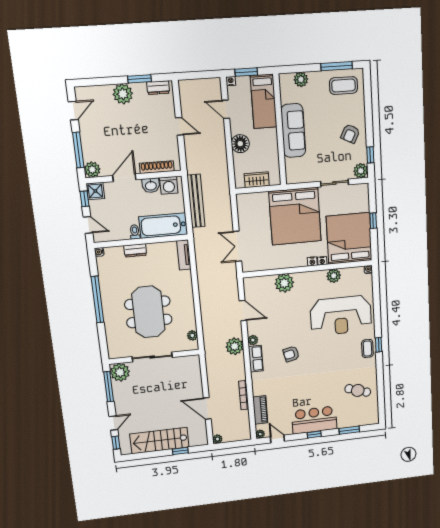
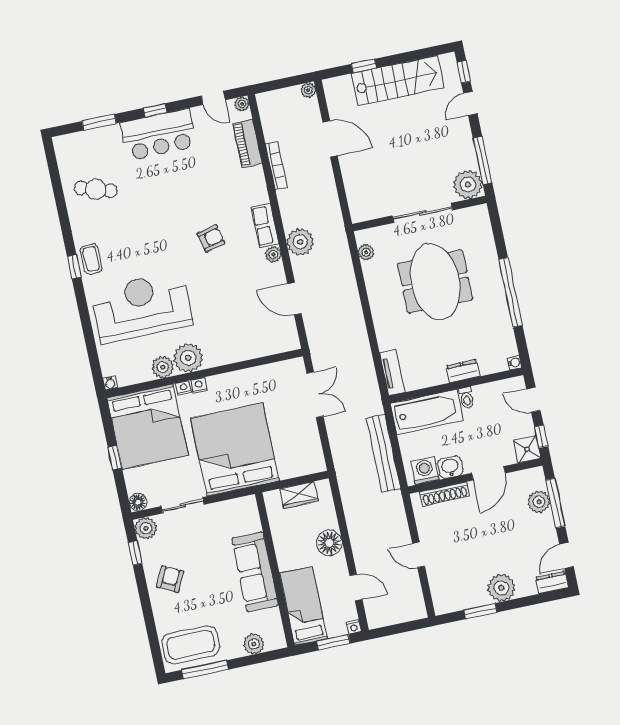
coffee table: (343, 86) -> (191, 645), width x1.36, depth x1.32
dresser: (158, 88) -> (552, 582), moved
plant: (92, 170) -> (539, 502), moved
floor lamp: (363, 189) -> (138, 502), added
plant: (284, 283) -> (188, 358), moved

